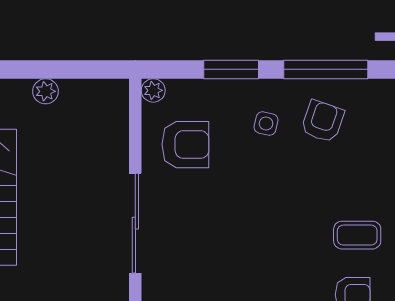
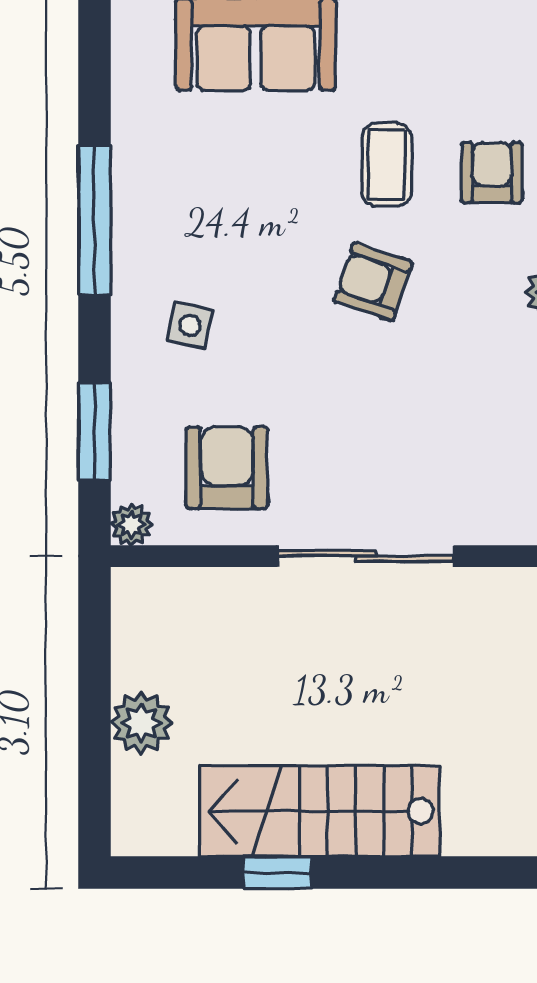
window: (231, 69) -> (94, 431), moved
plant: (46, 91) -> (141, 723), width x1.38, depth x1.38
armchair: (323, 121) -> (373, 282), moved

